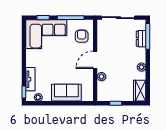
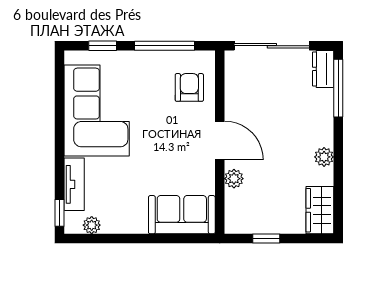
corner sofa: (46, 34) -> (97, 110), moved, turned -90
dresser: (141, 39) -> (323, 69), moved
door: (95, 60) -> (220, 140), swing flipped
sofa: (66, 93) -> (182, 215), moved

